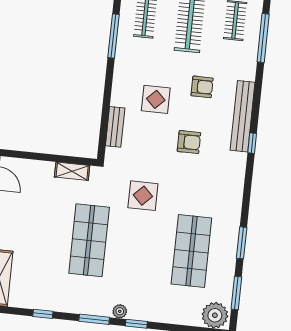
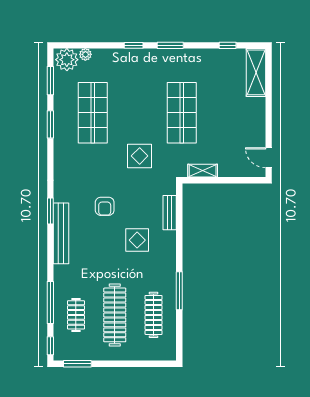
armchair: (202, 87) -> (98, 255), removed
armchair: (189, 142) -> (105, 206), turned -90
window: (252, 143) -> (50, 211), width x1.50
plant: (120, 311) -> (85, 54), moved
window: (43, 314) -> (228, 45), moved

